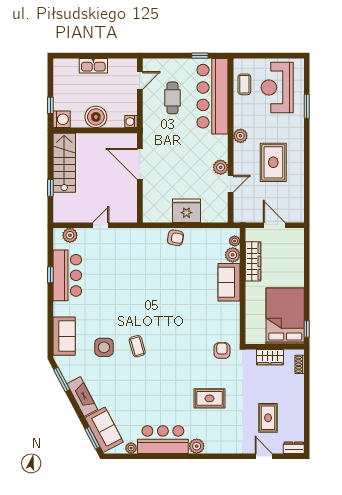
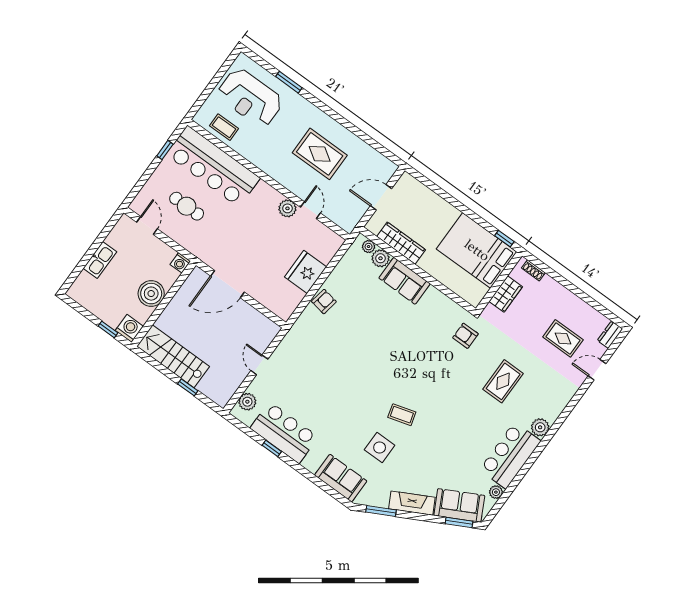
plant: (240, 136) -> (271, 167), removed

